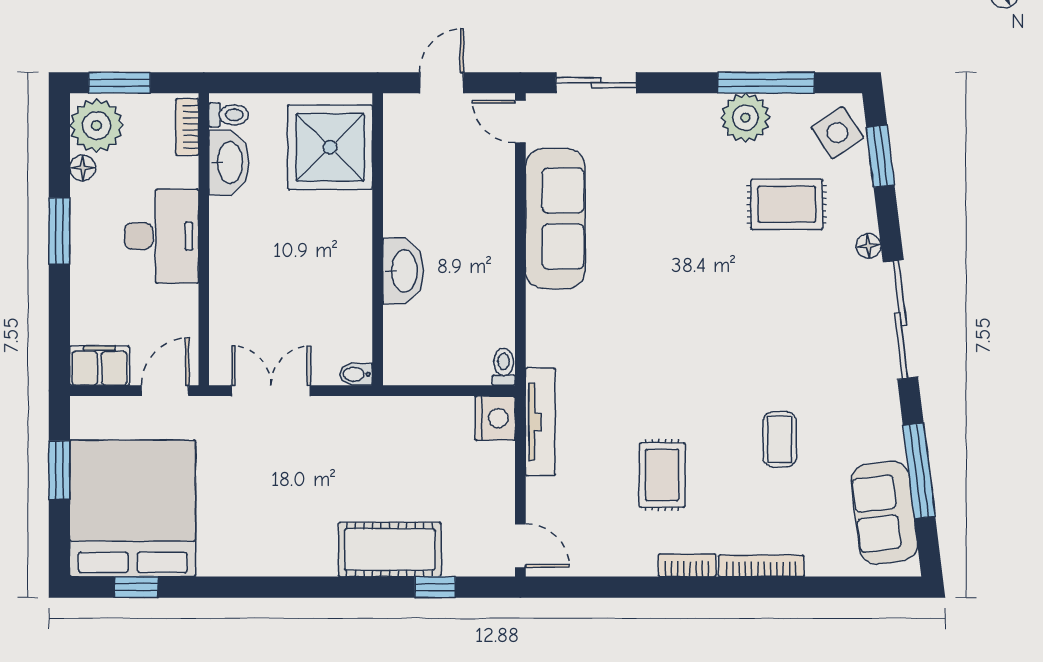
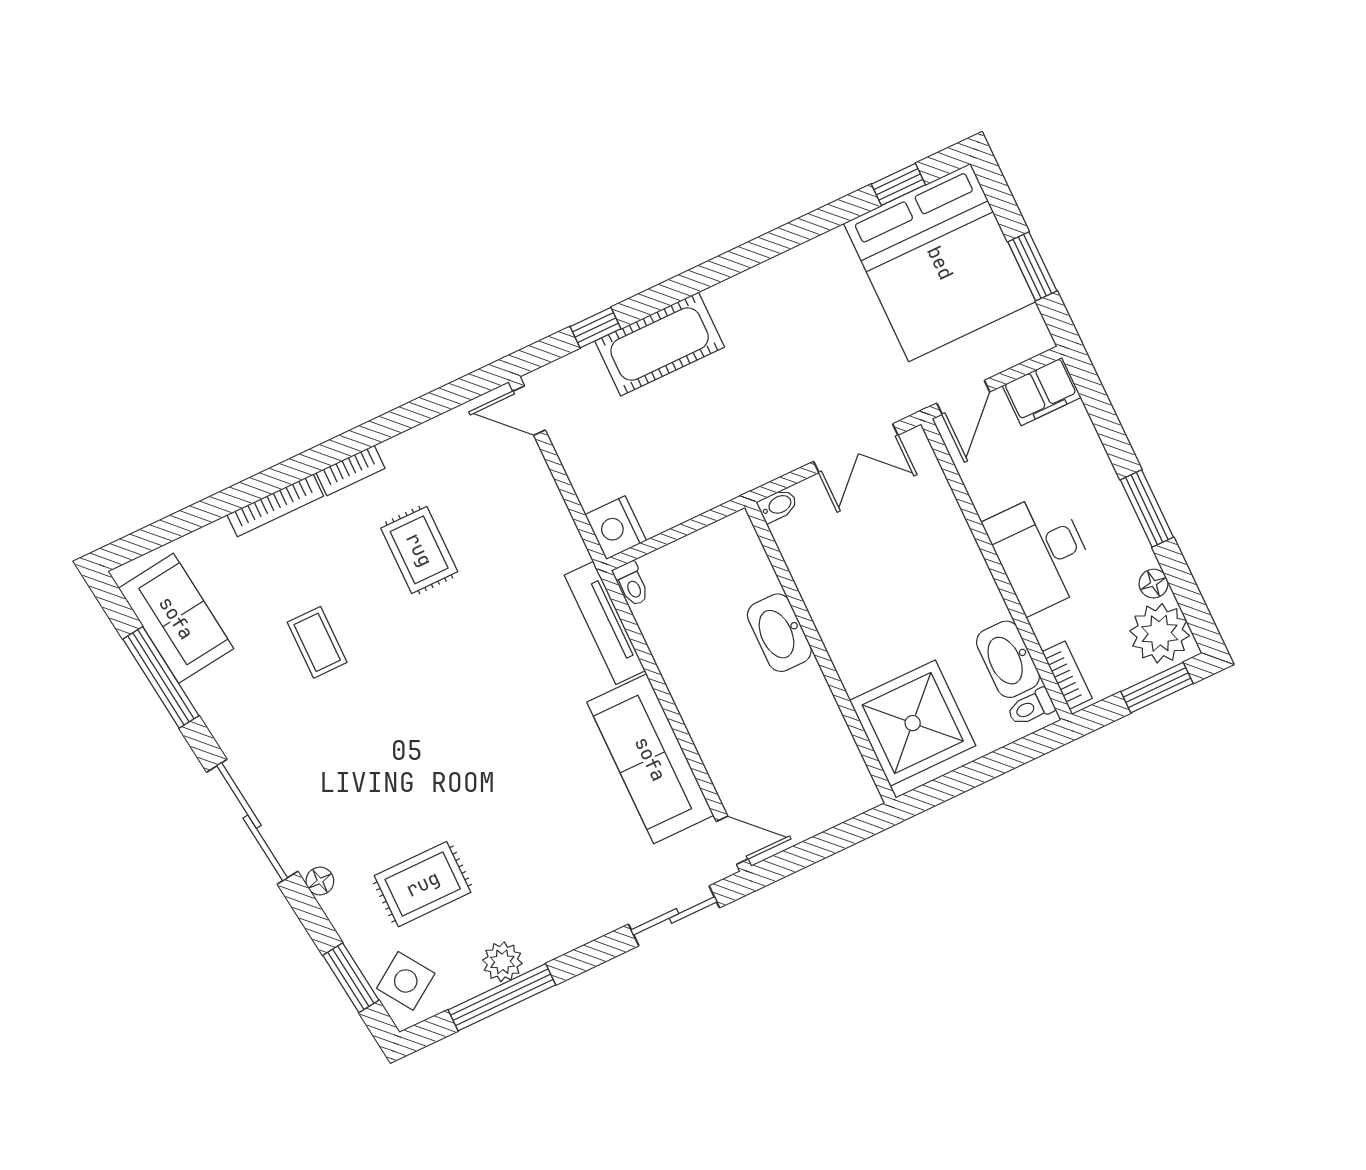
door: (442, 83) -> (831, 842), removed
plant: (745, 118) -> (502, 962), width x0.73, depth x0.73
tv unit: (540, 422) -> (605, 623), moved

